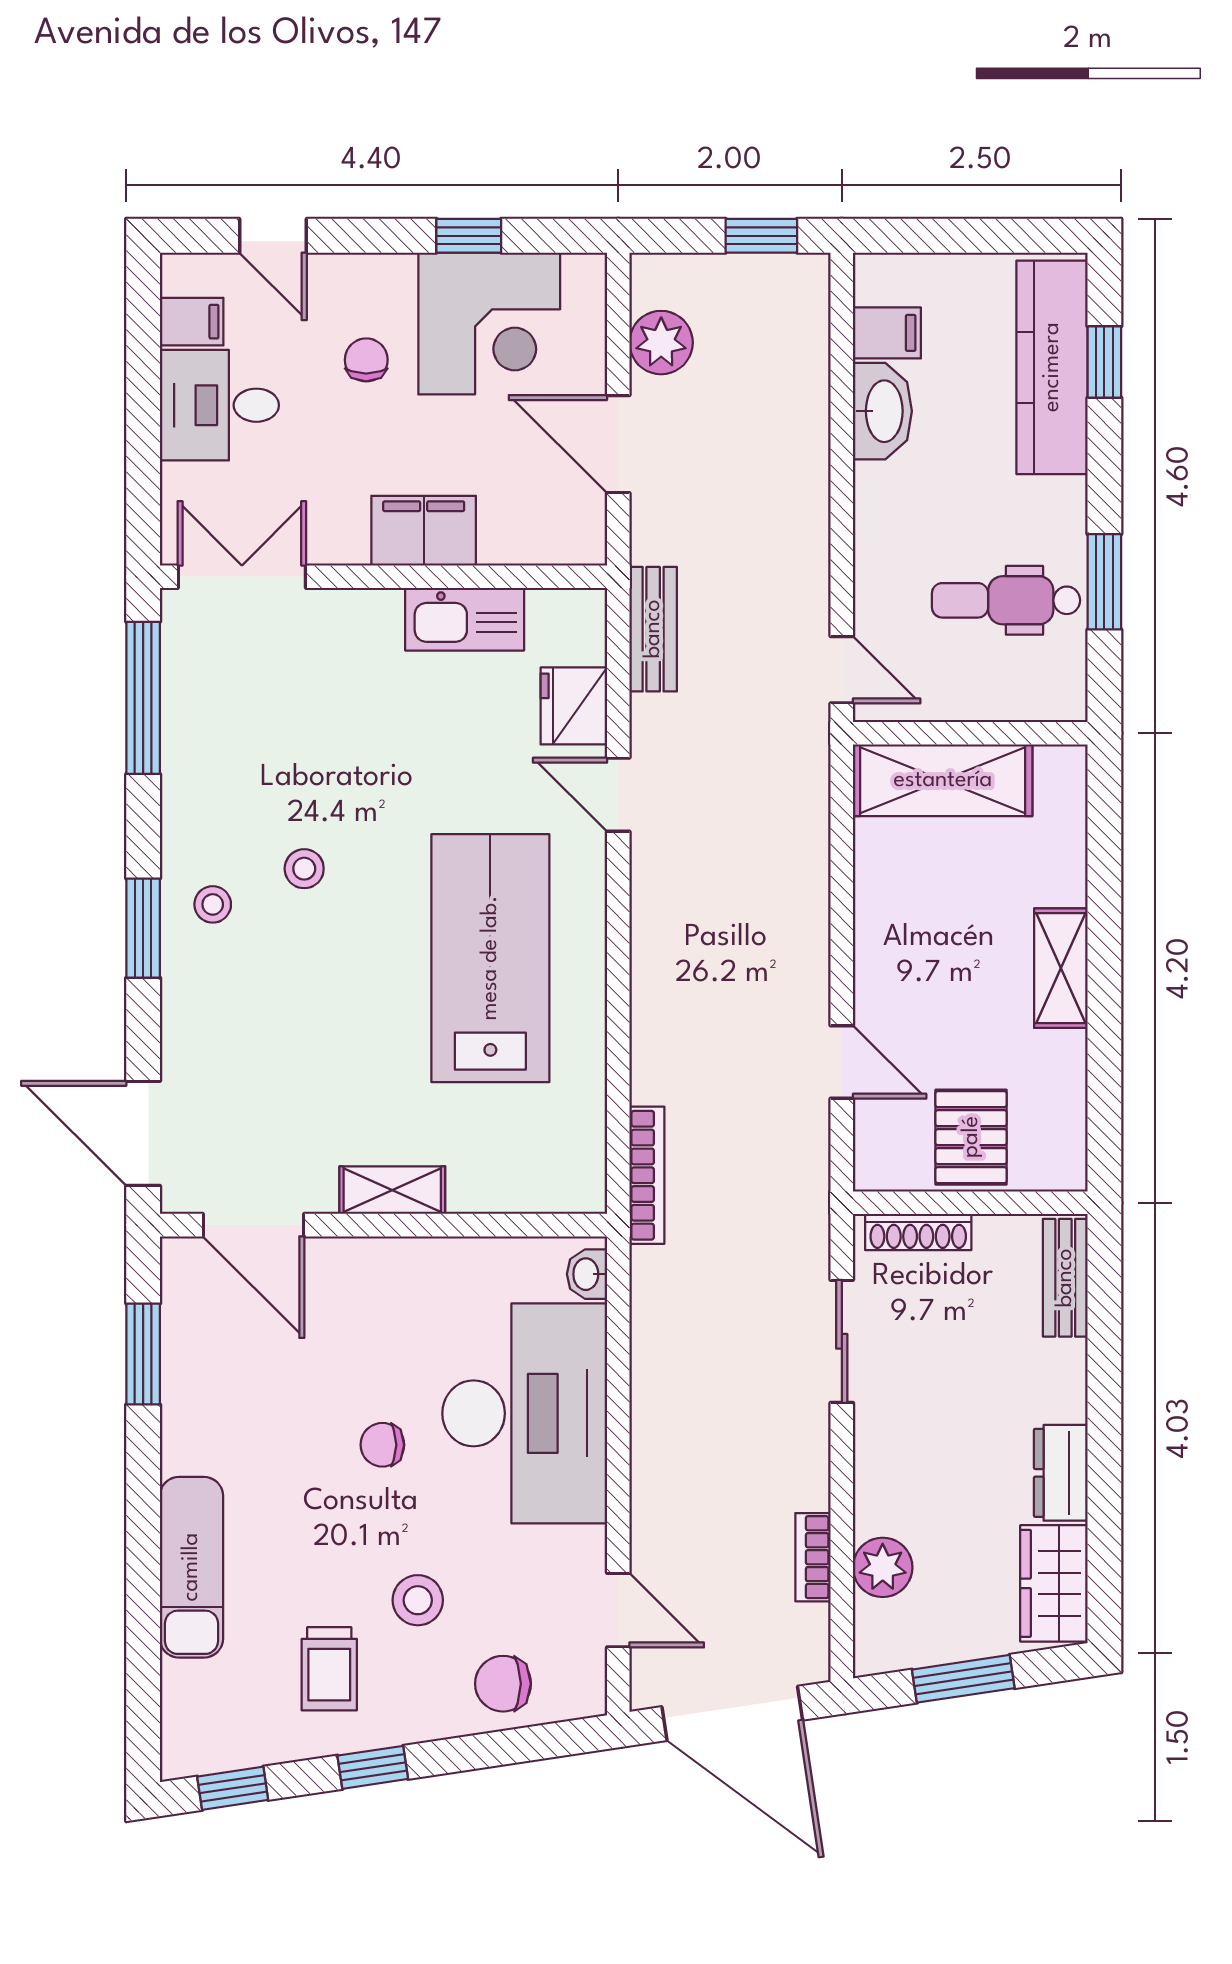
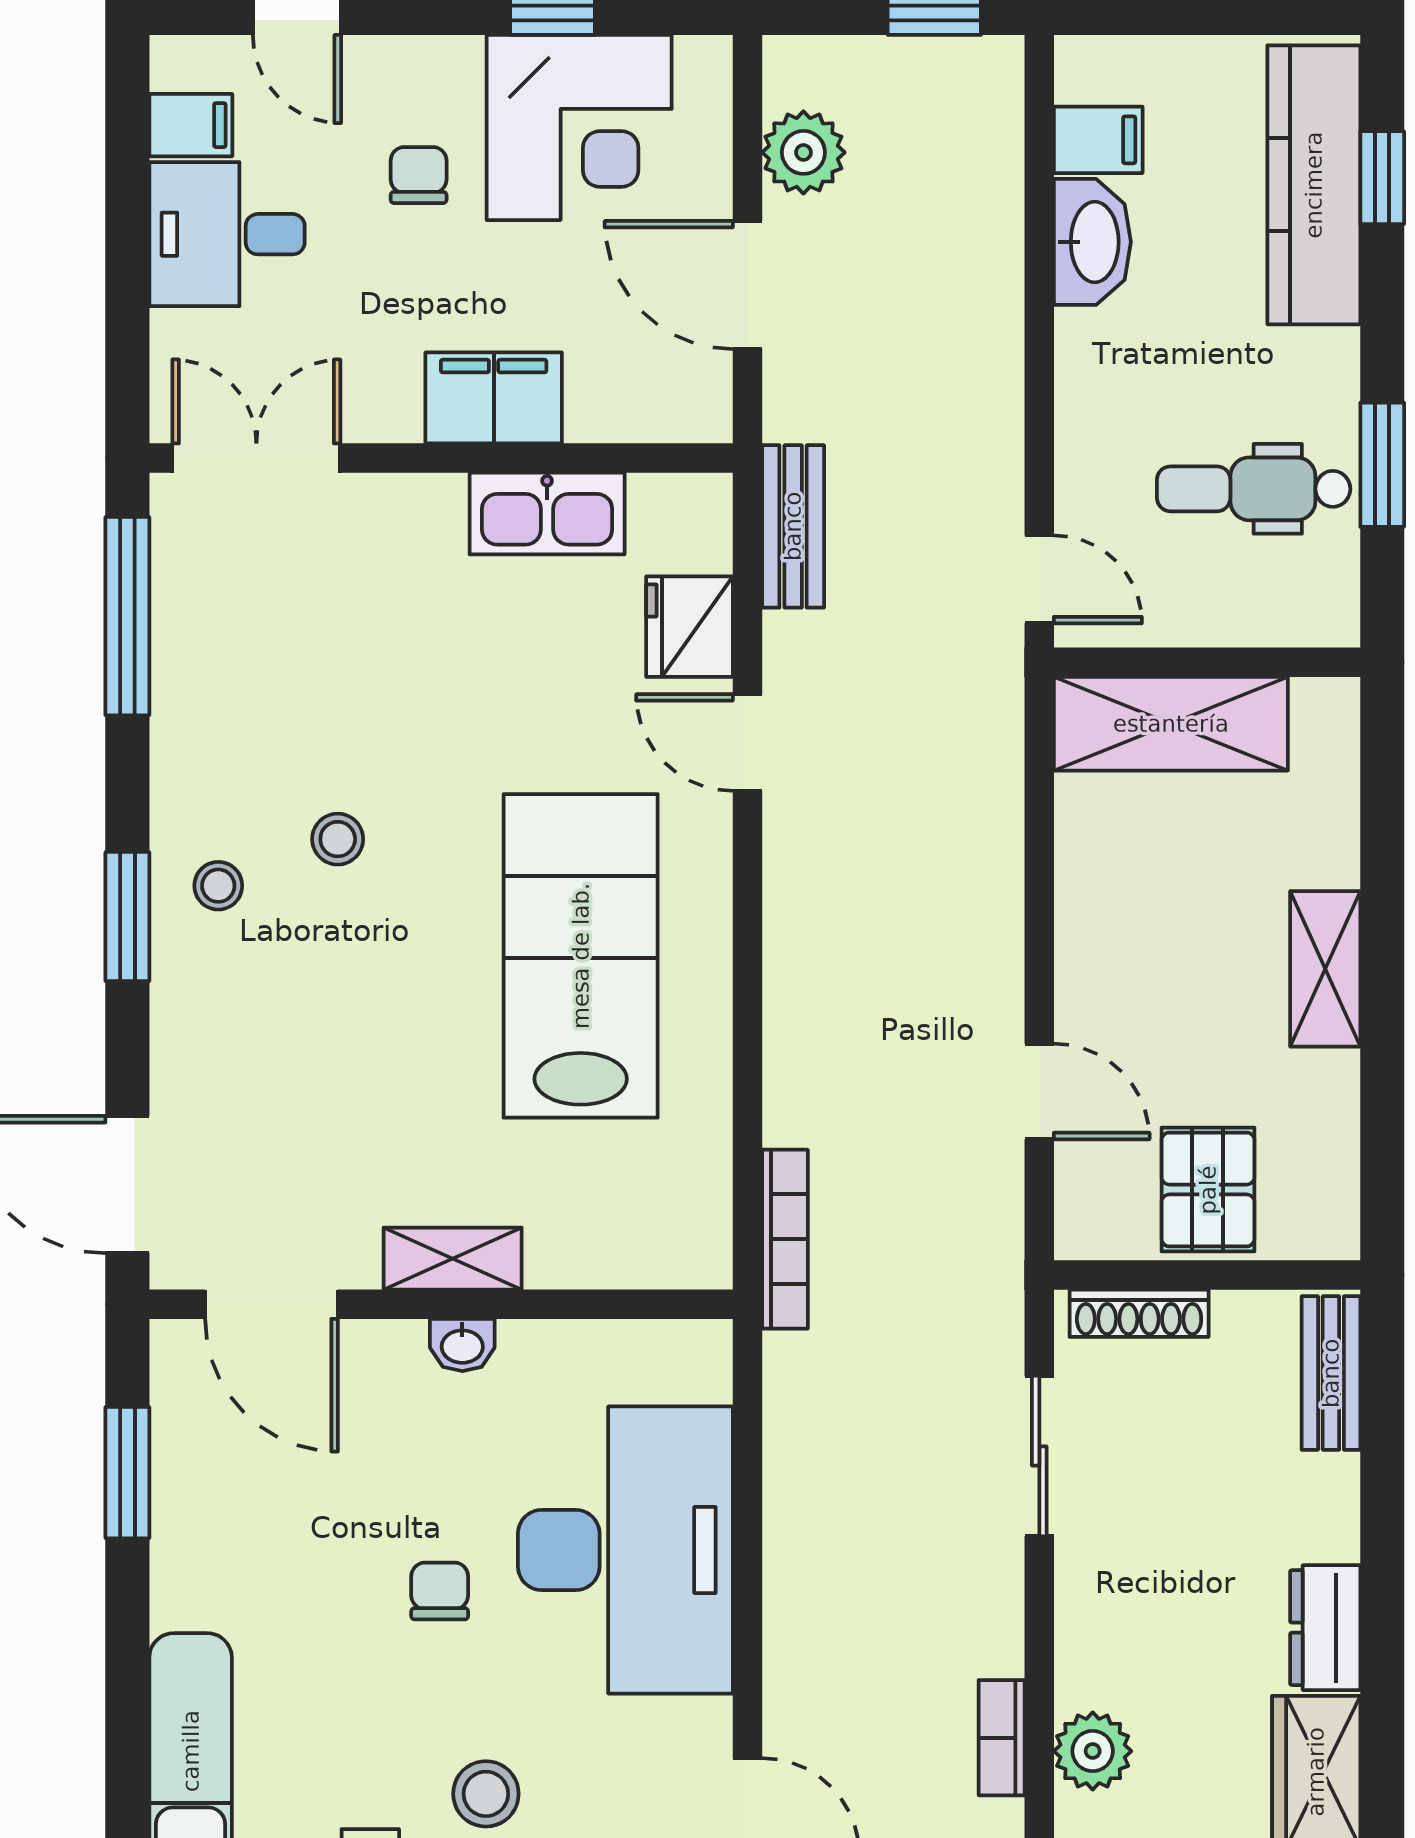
washbasin: (587, 1274) -> (462, 1345), moved, turned -90
chair: (382, 1445) -> (440, 1591), turned 90

